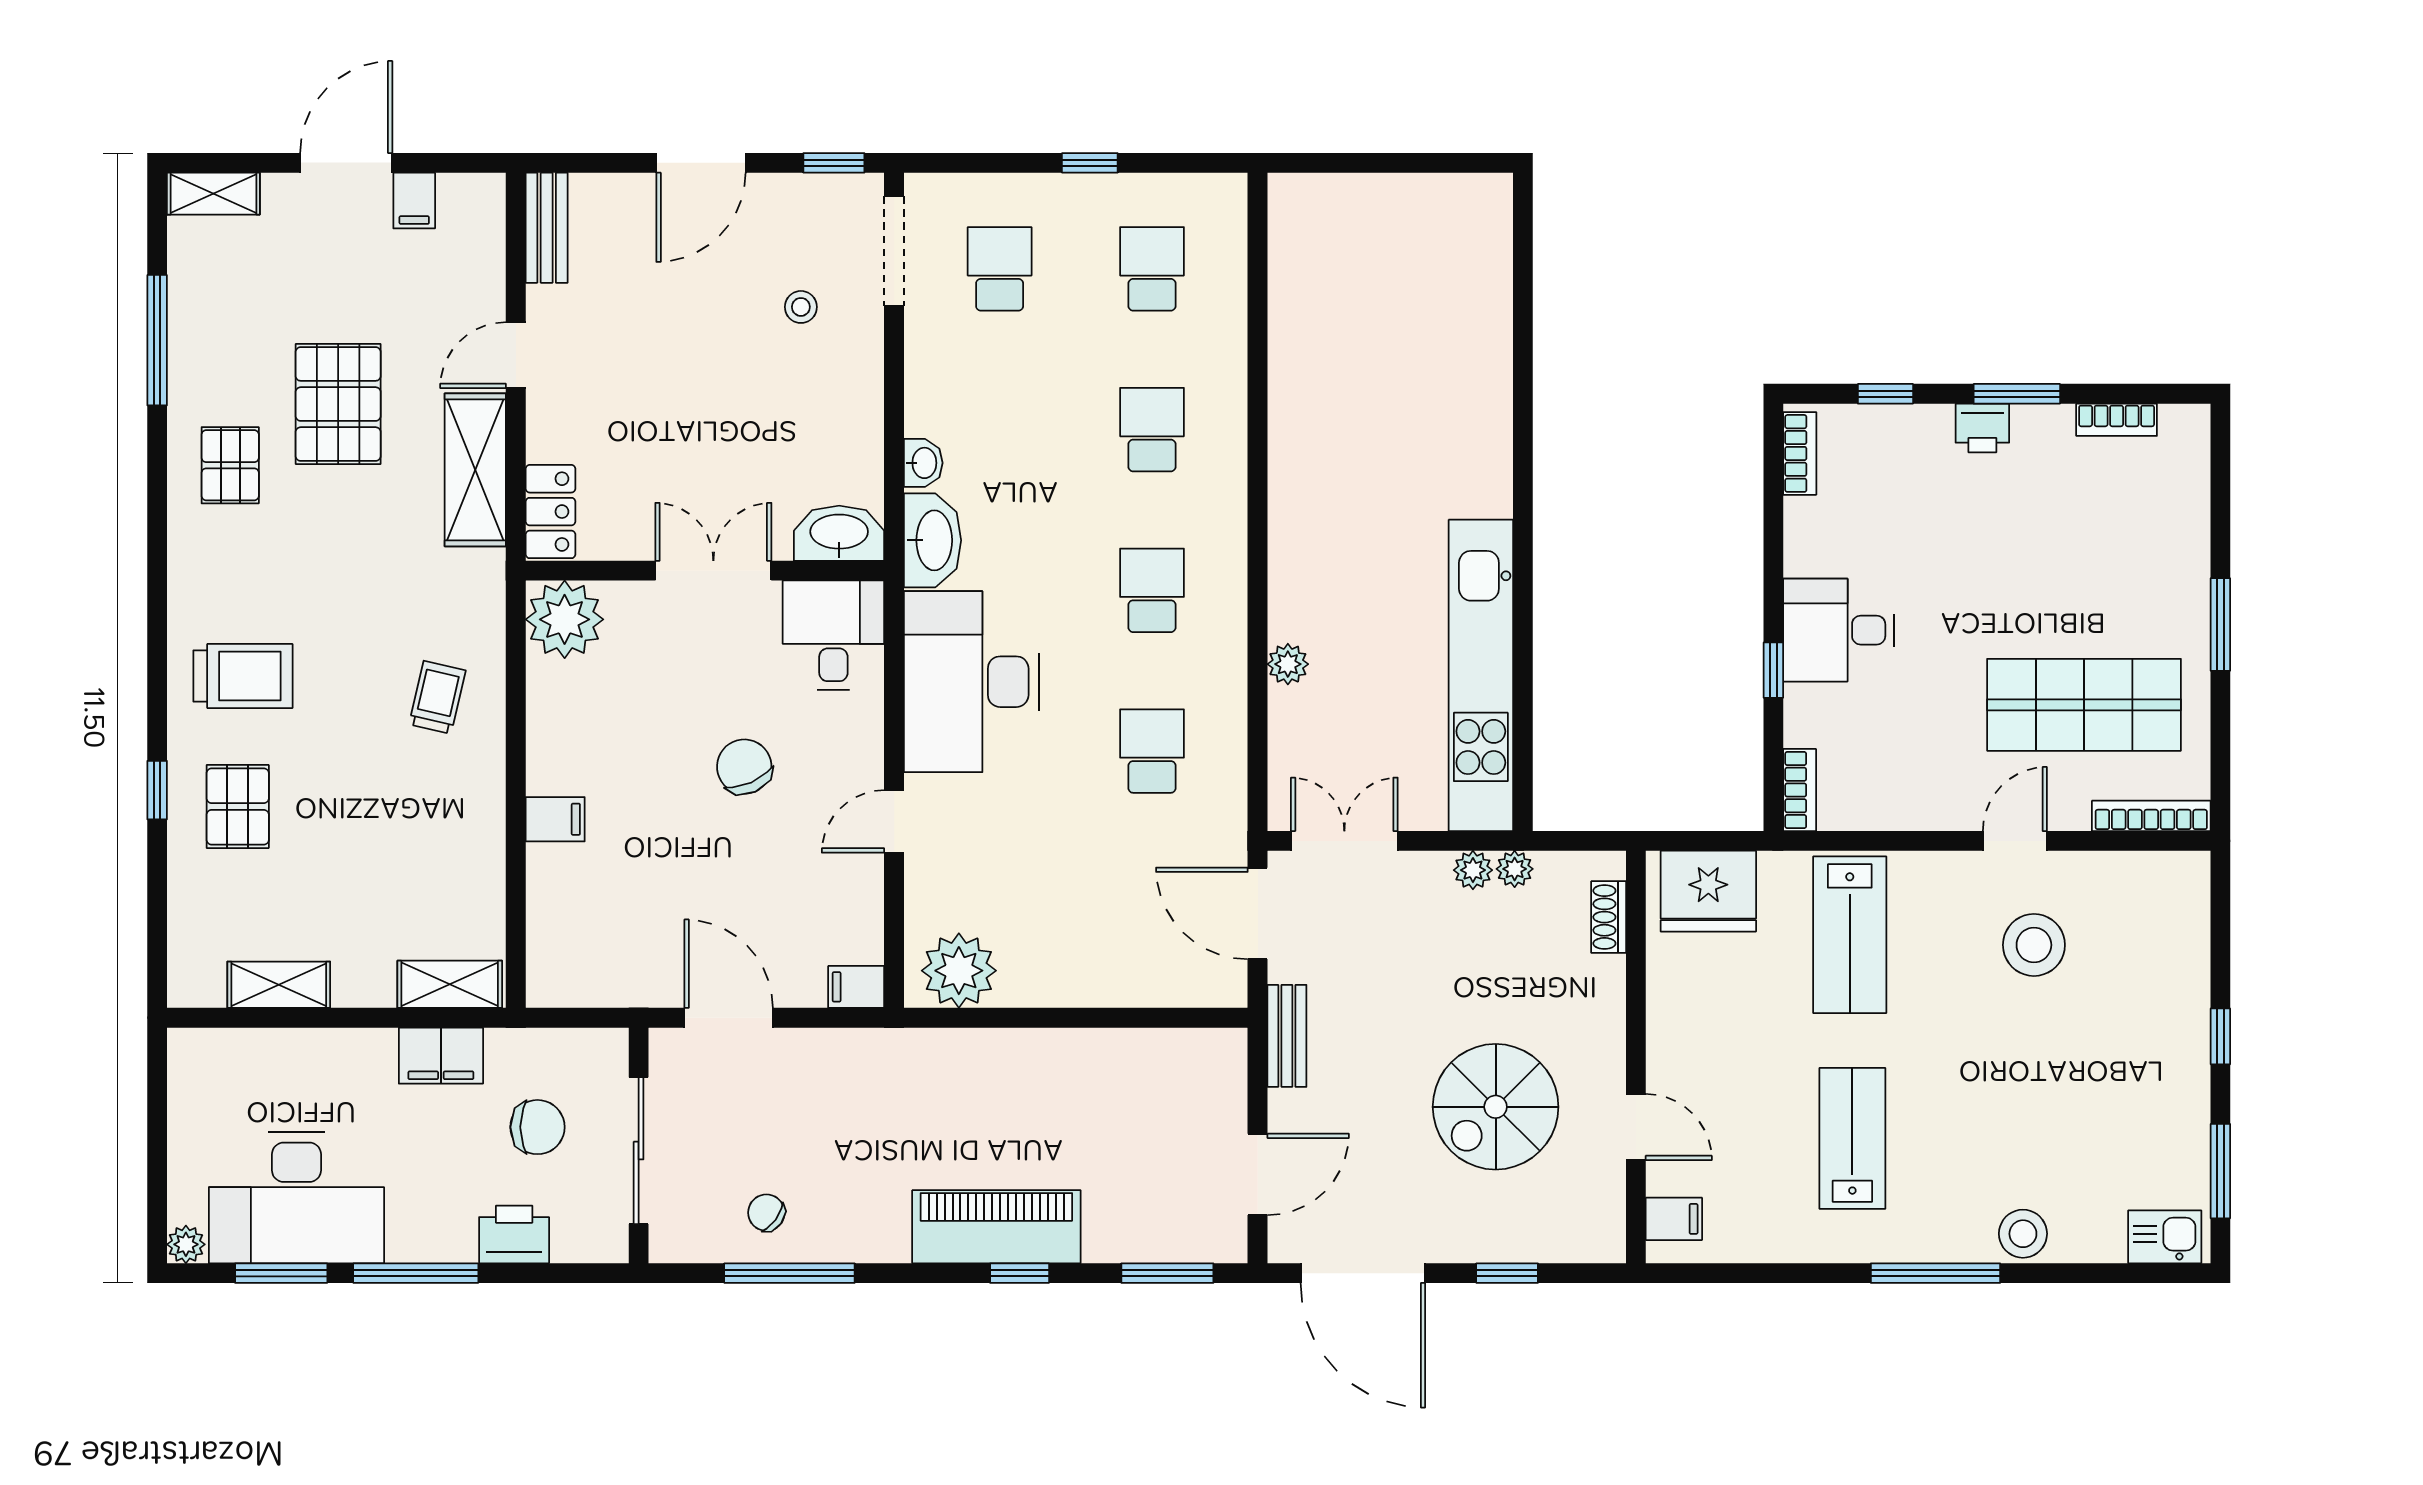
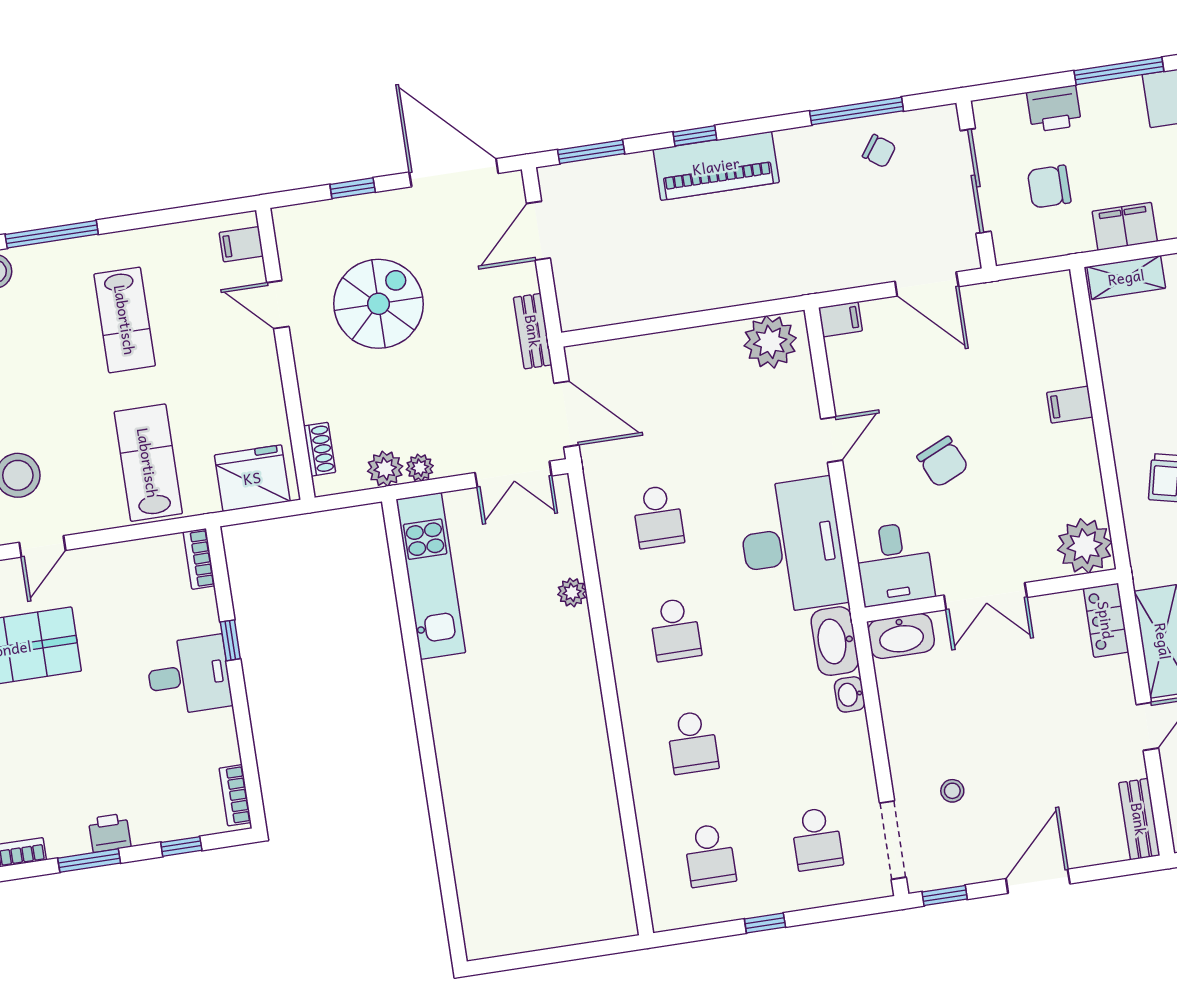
kitchen unit: (1481, 675) -> (431, 576), width x0.73
plant: (1515, 869) -> (385, 469), width x1.38, depth x1.38

